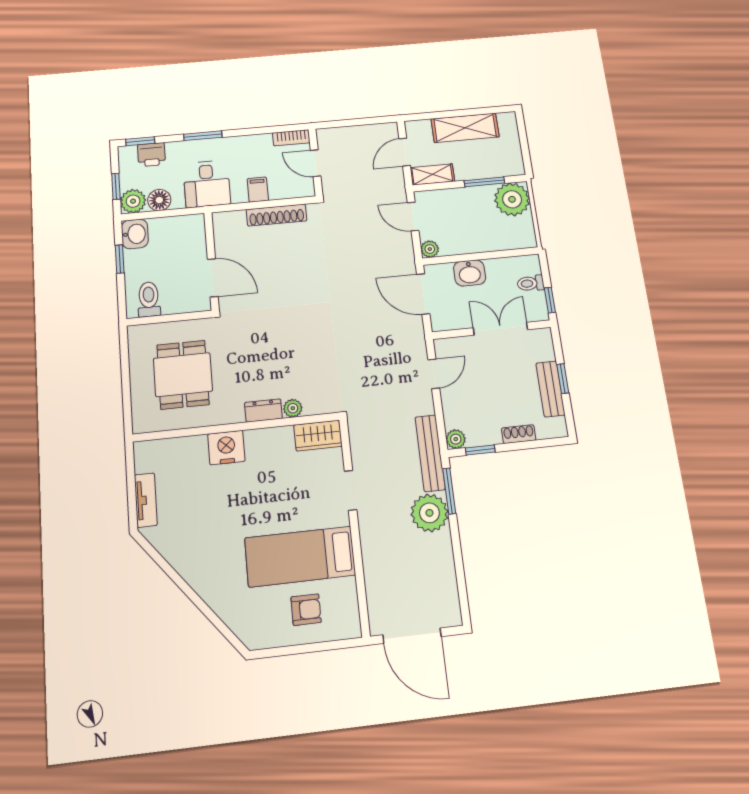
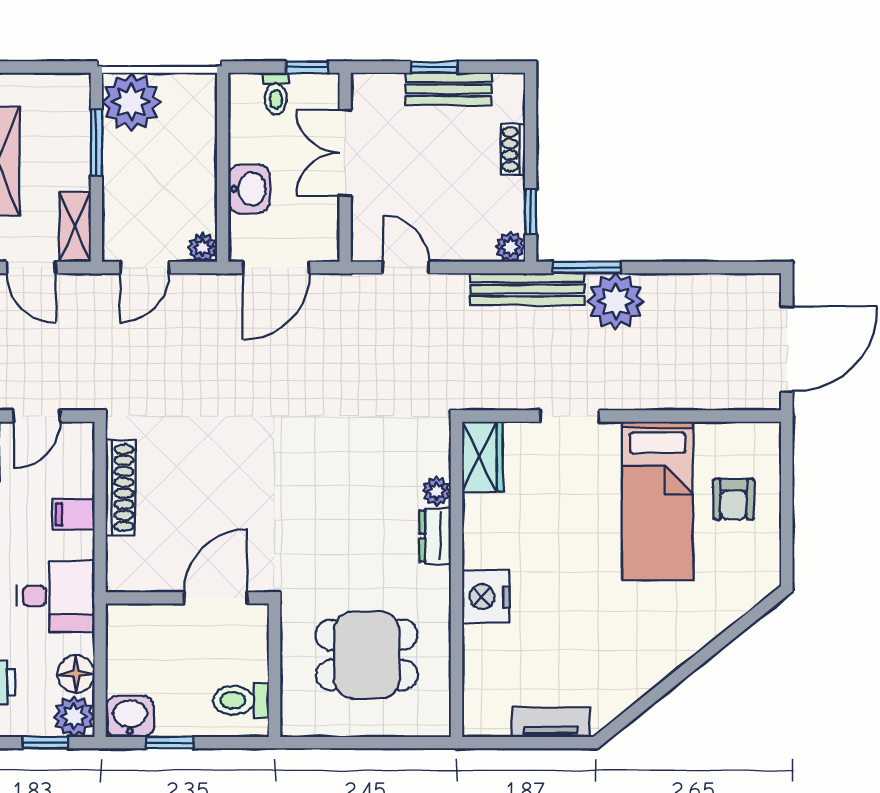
armchair: (306, 610) -> (734, 499), turned 180

